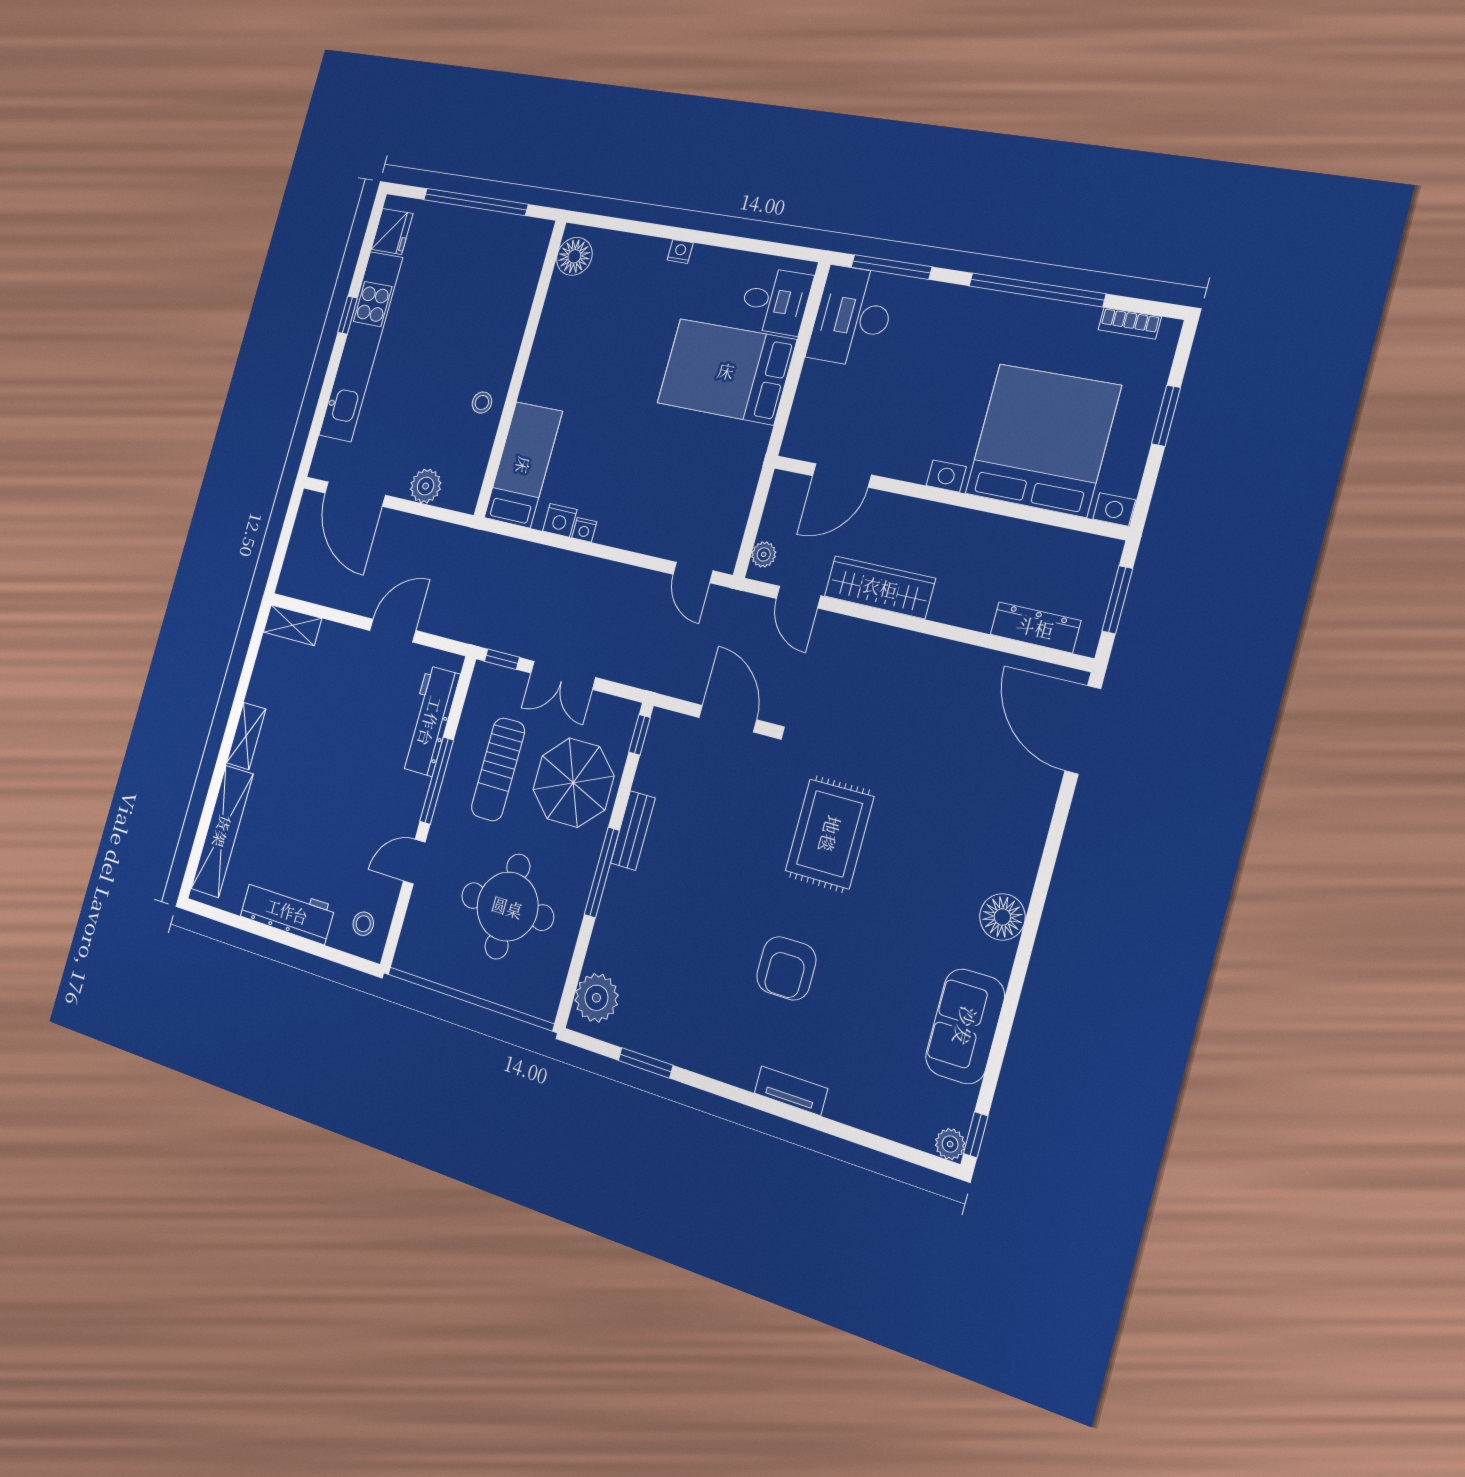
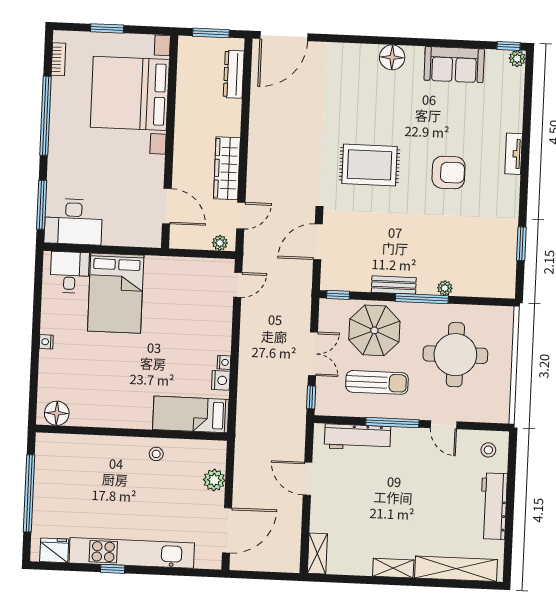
plant: (596, 998) -> (445, 288), moved, width x0.53, depth x0.53

